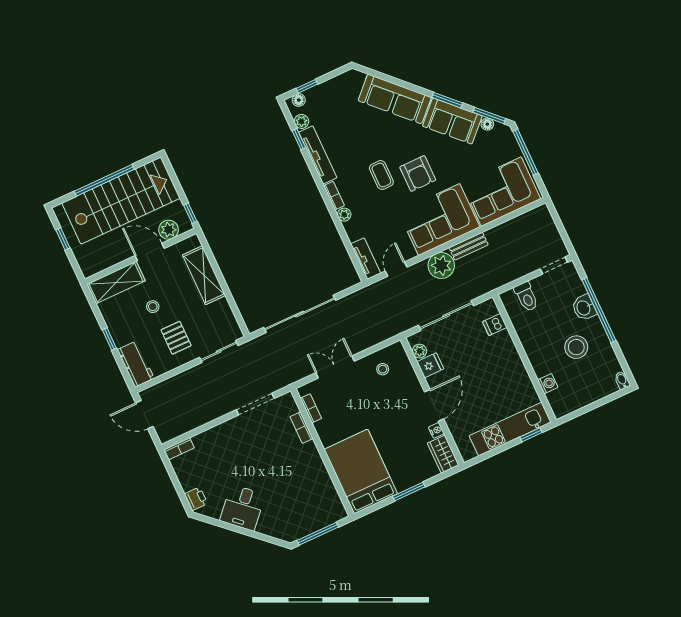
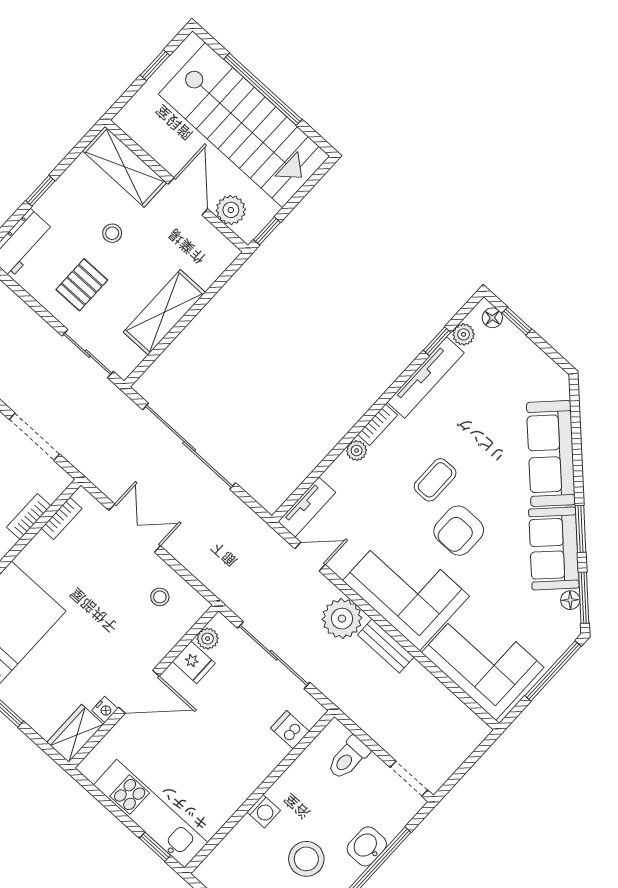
shelving: (204, 275) -> (164, 312), moved
washing machine: (548, 384) -> (264, 811), moved

